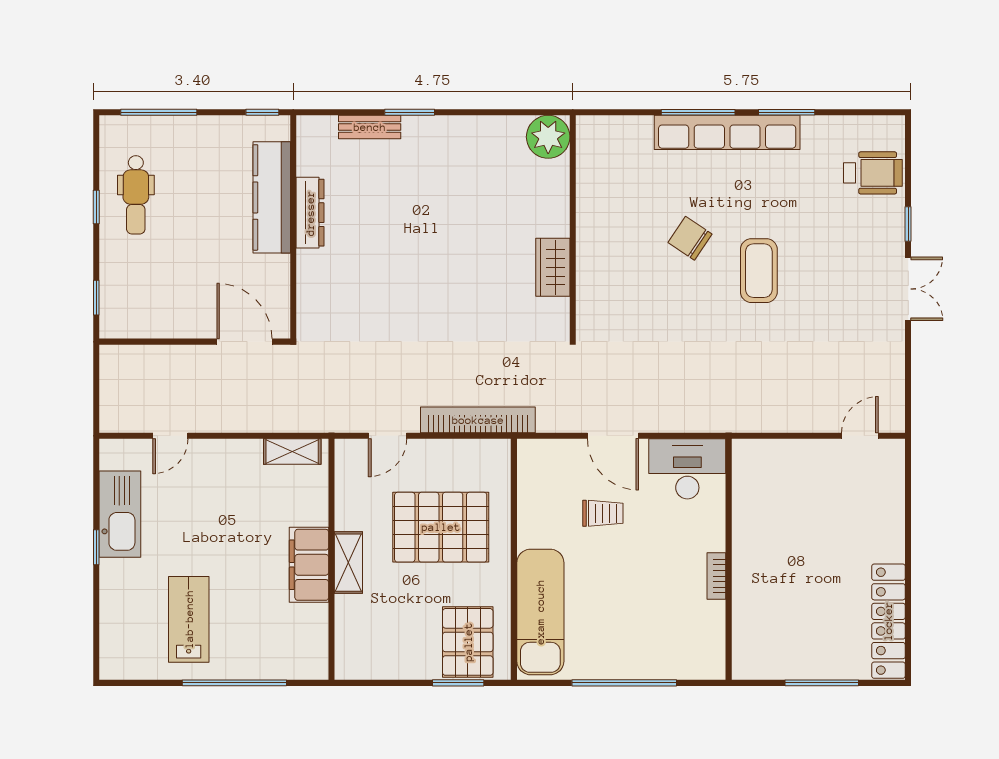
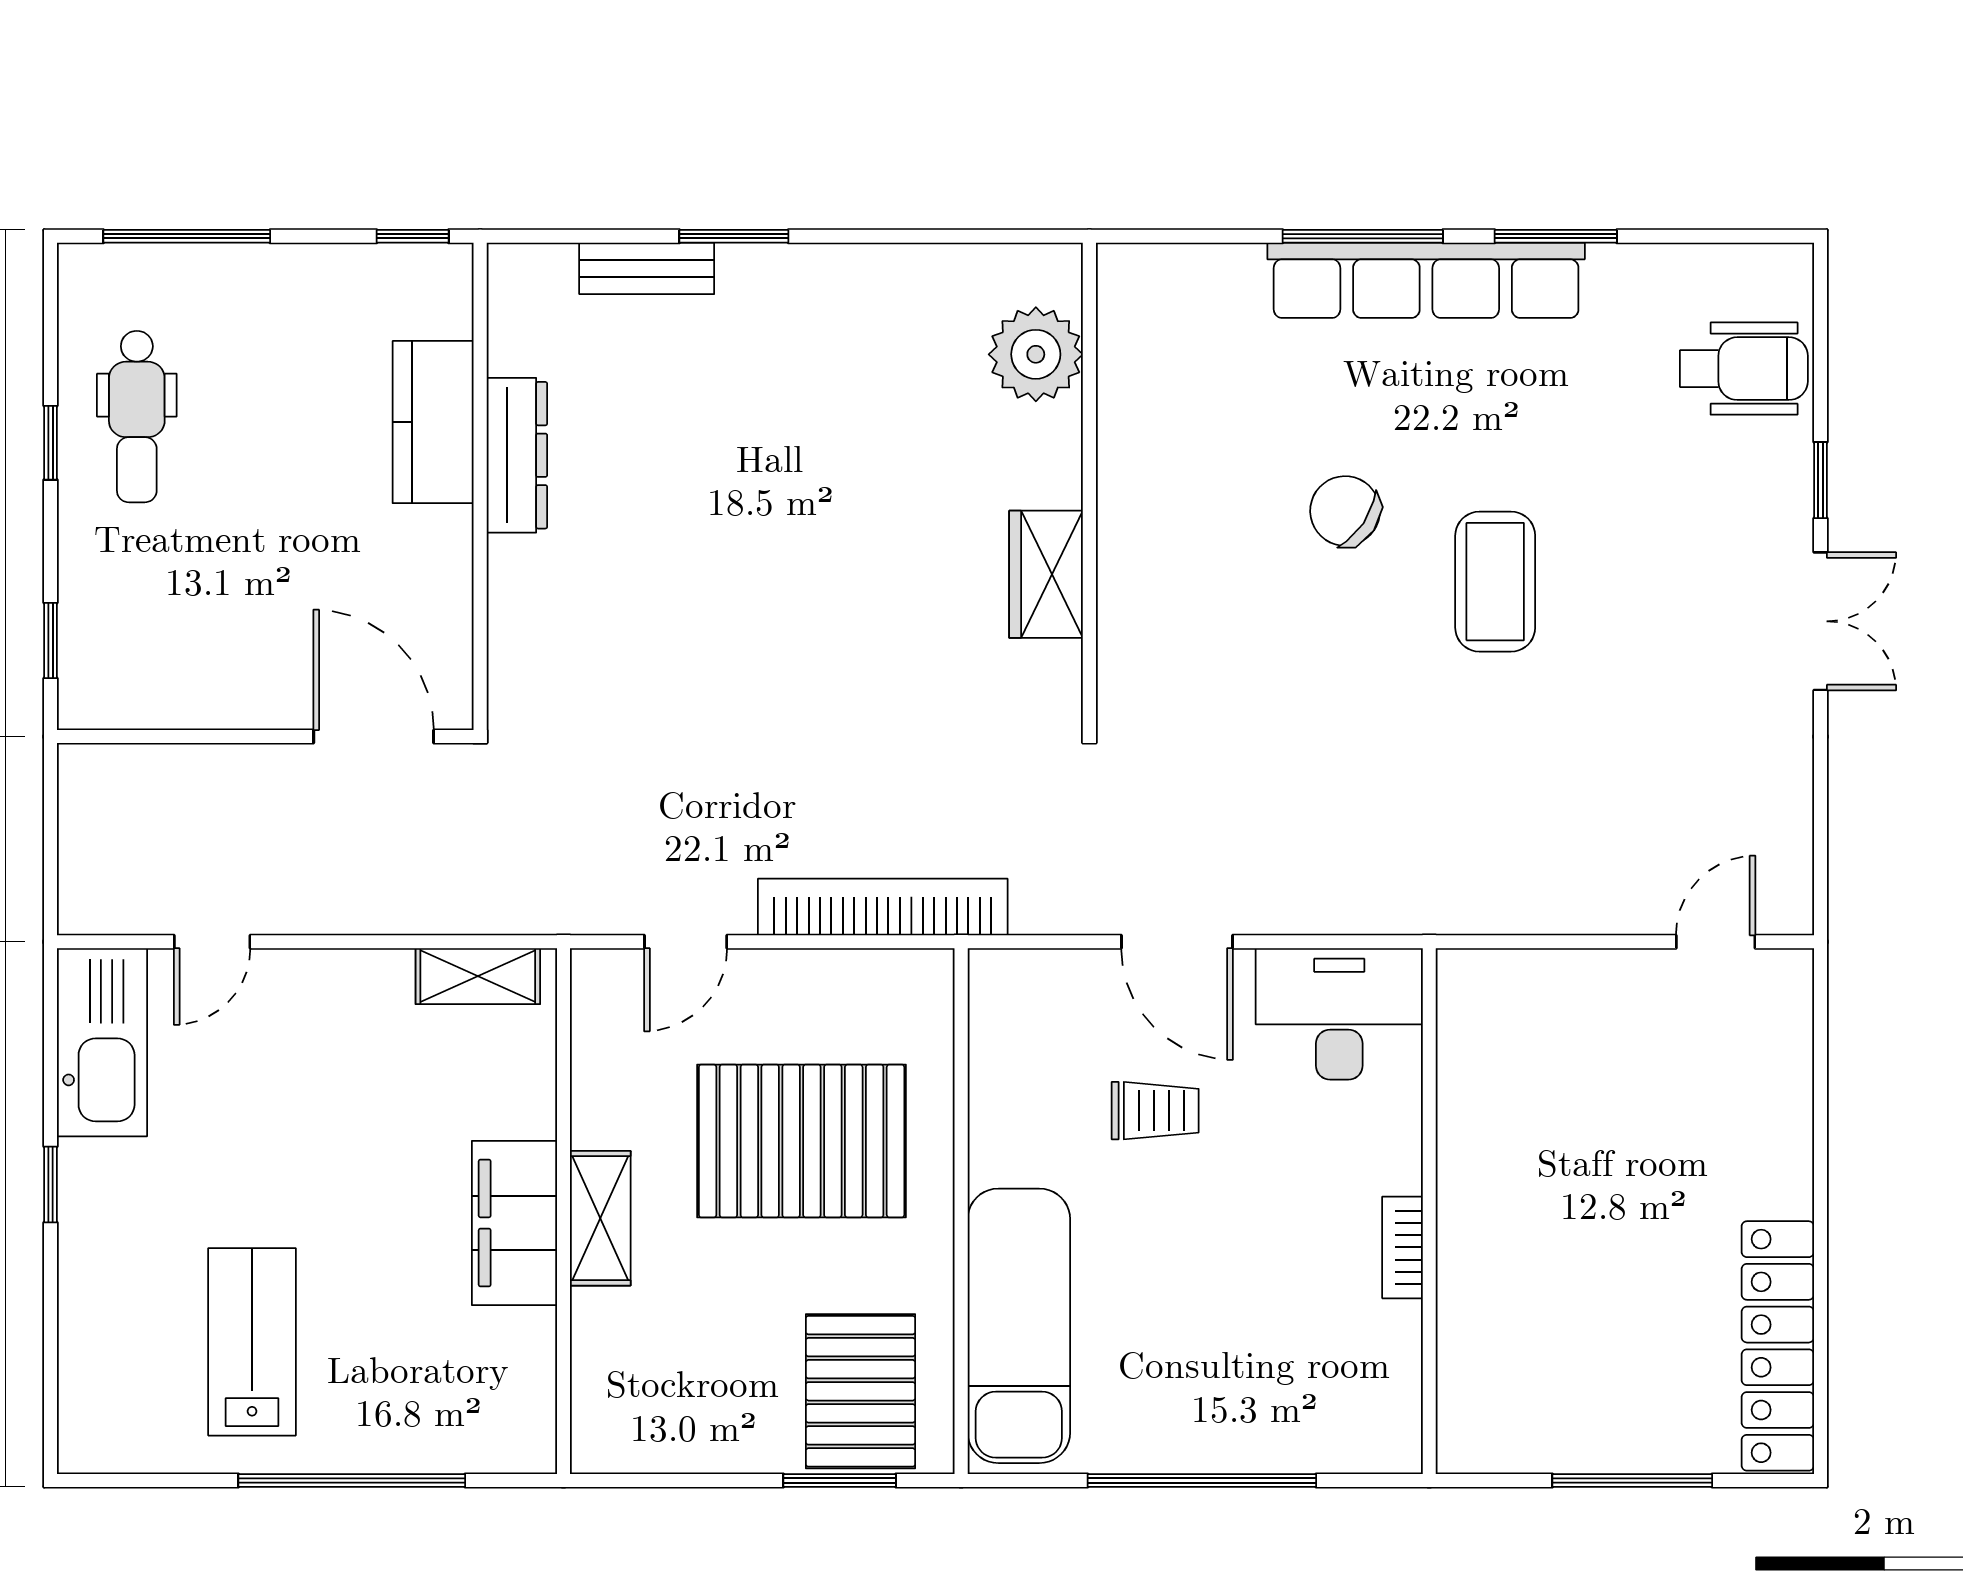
plant: (548, 137) -> (1036, 354), moved
kitchen counter: (272, 197) -> (433, 422), width x0.67
kitchen sink: (120, 514) -> (102, 1042), moved

